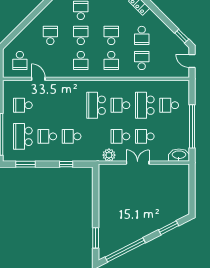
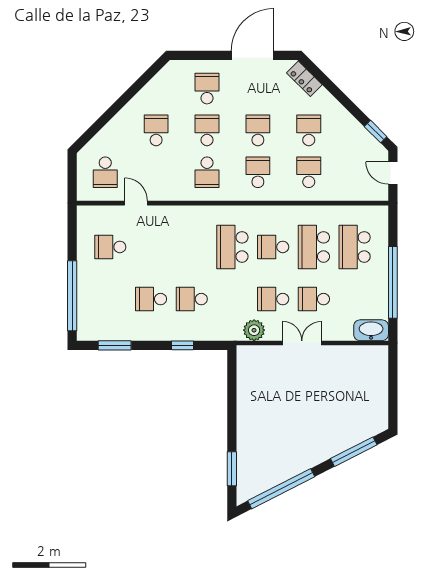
school desk: (142, 35) -> (309, 130), turned 180
school desk: (111, 61) -> (258, 172), turned 180
school desk: (169, 105) -> (355, 247), width x1.85
school desk: (23, 136) -> (110, 299), removed
window: (169, 228) -> (354, 452), width x1.44

